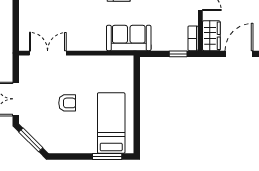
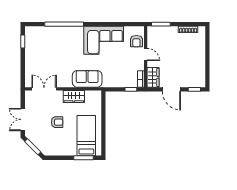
sofa: (129, 38) -> (87, 79), moved
door: (239, 54) -> (171, 89), swing flipped
wardrobe: (92, 65) -> (74, 97), added

